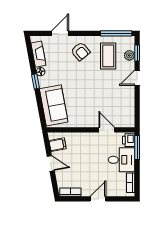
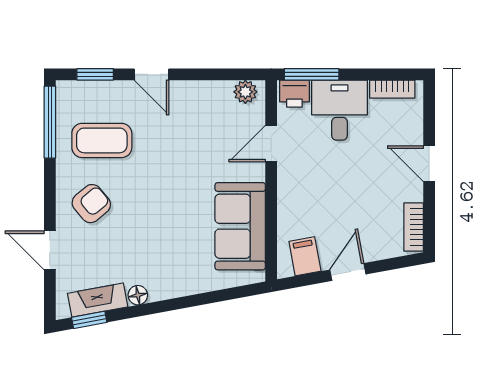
plant: (129, 55) -> (245, 92), moved
window: (35, 81) -> (89, 320), moved
sofa: (54, 105) -> (240, 226), moved, turned -80

